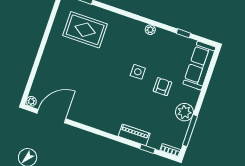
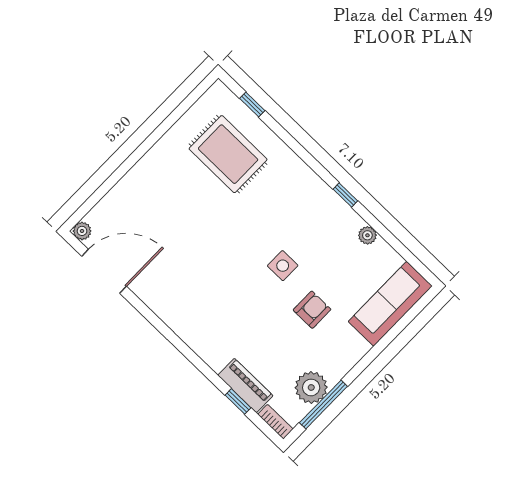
plant: (150, 30) -> (367, 235), moved
window: (184, 33) -> (345, 195), moved
plant: (184, 112) -> (311, 387), moved
piano: (134, 135) -> (245, 386), moved

